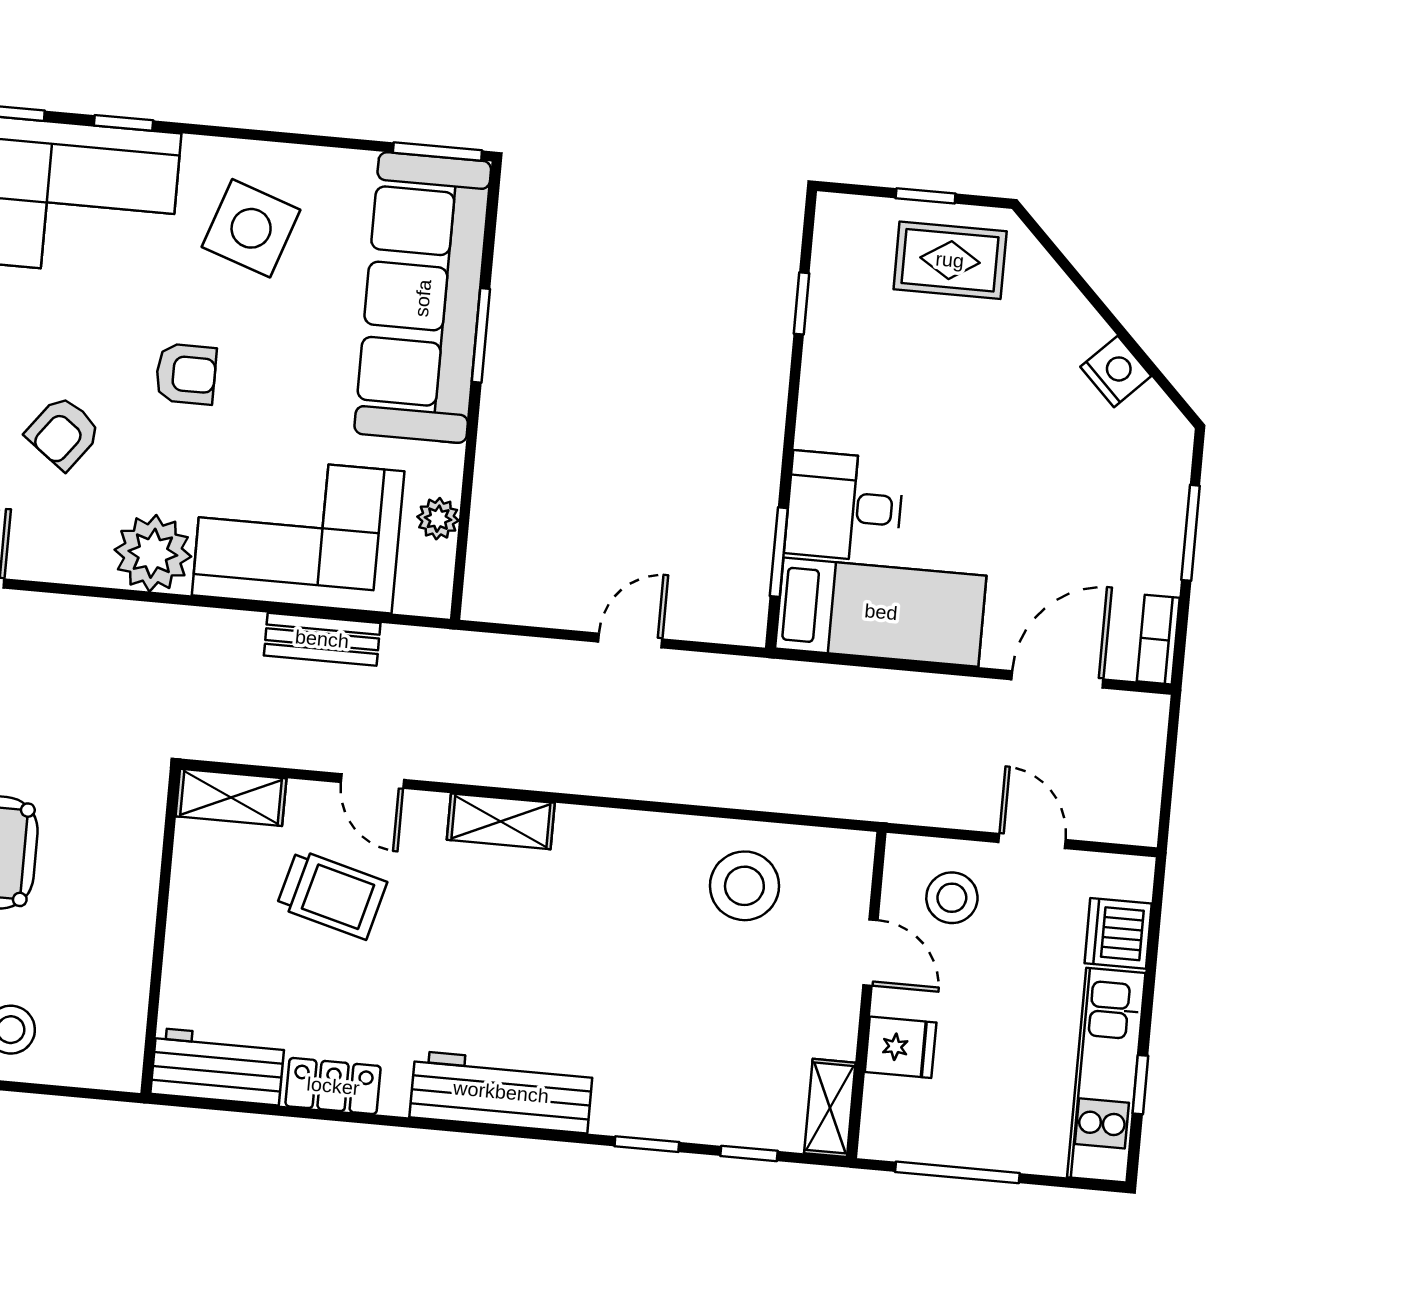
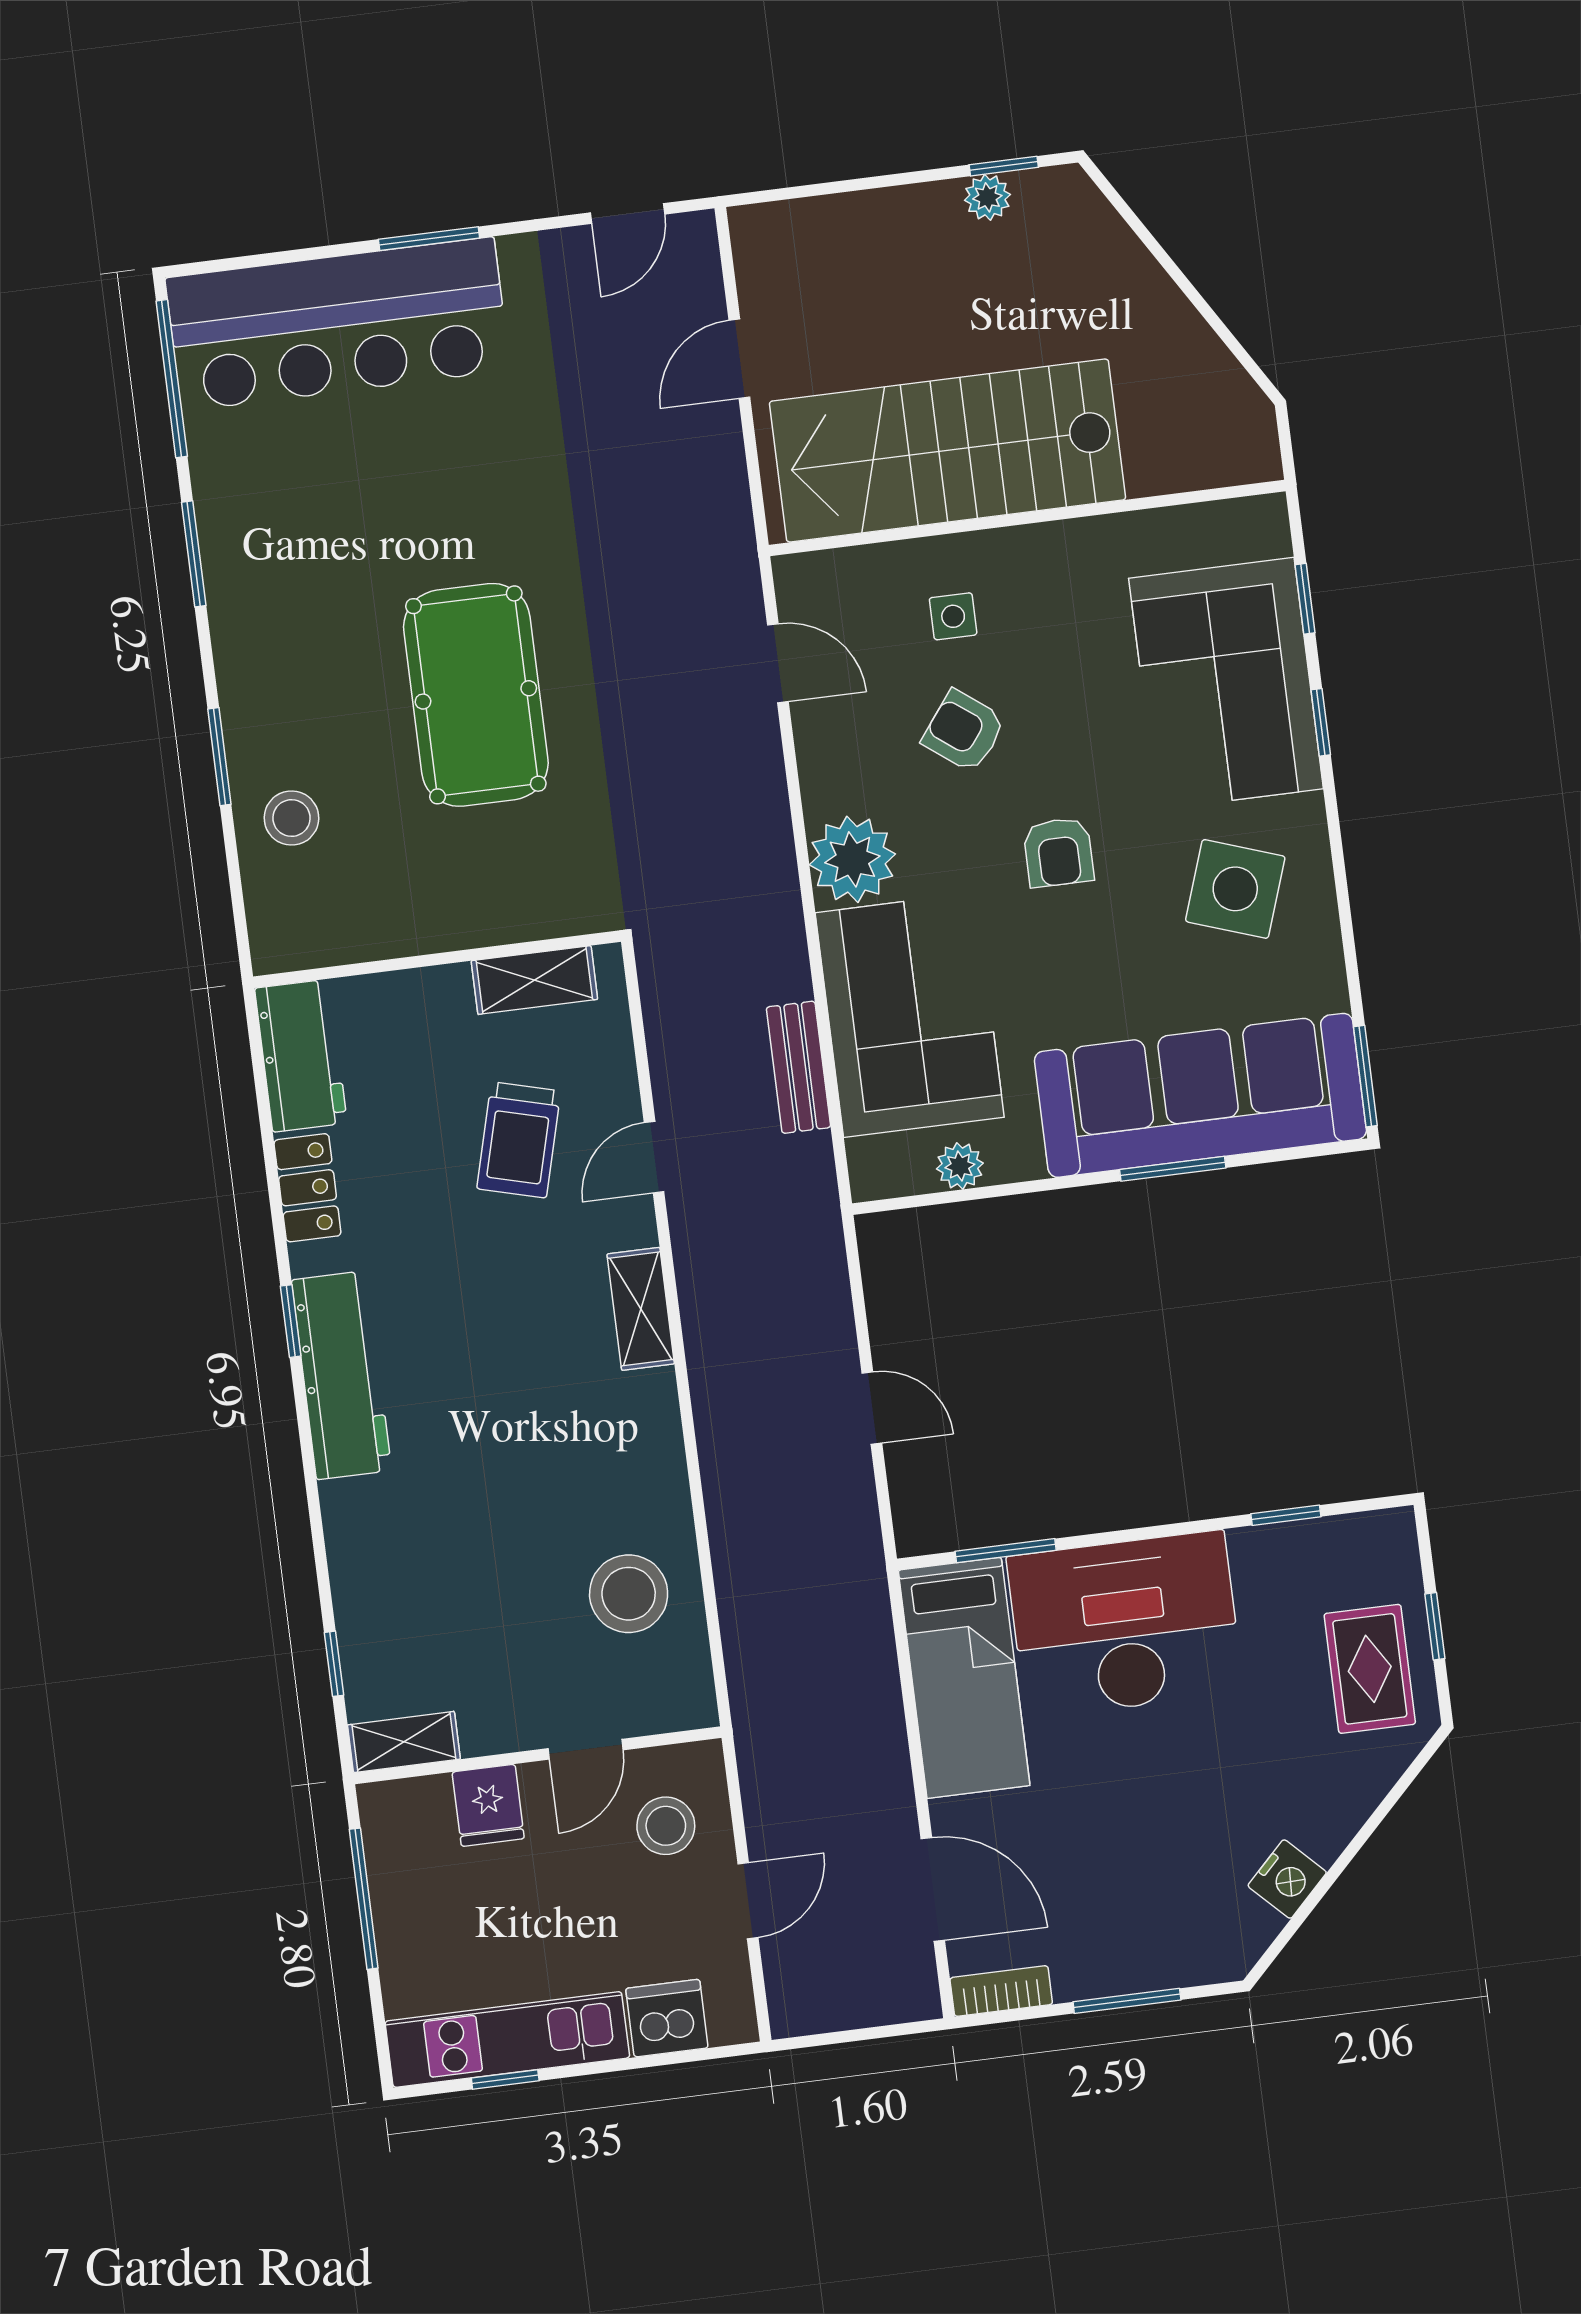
desk: (844, 507) -> (1125, 1624), width x1.87, depth x1.30
shelving: (231, 797) -> (534, 980), moved, turned 90
window: (647, 1144) -> (291, 1321), moved

